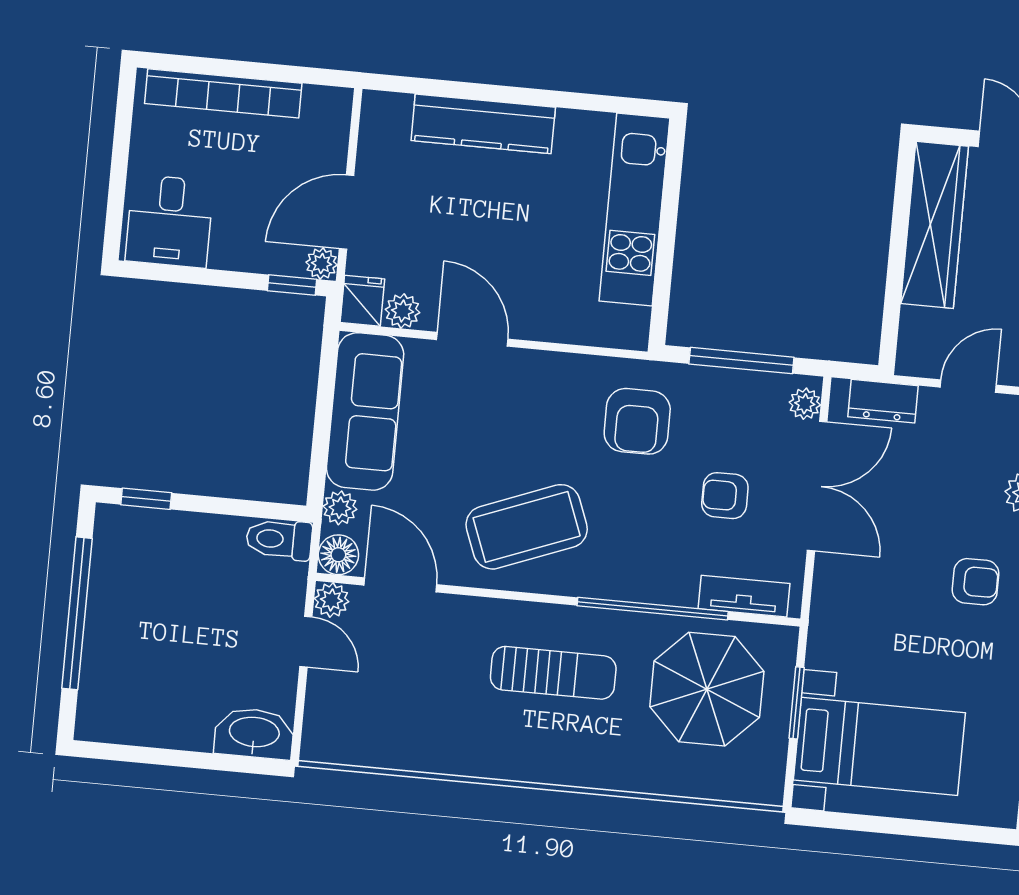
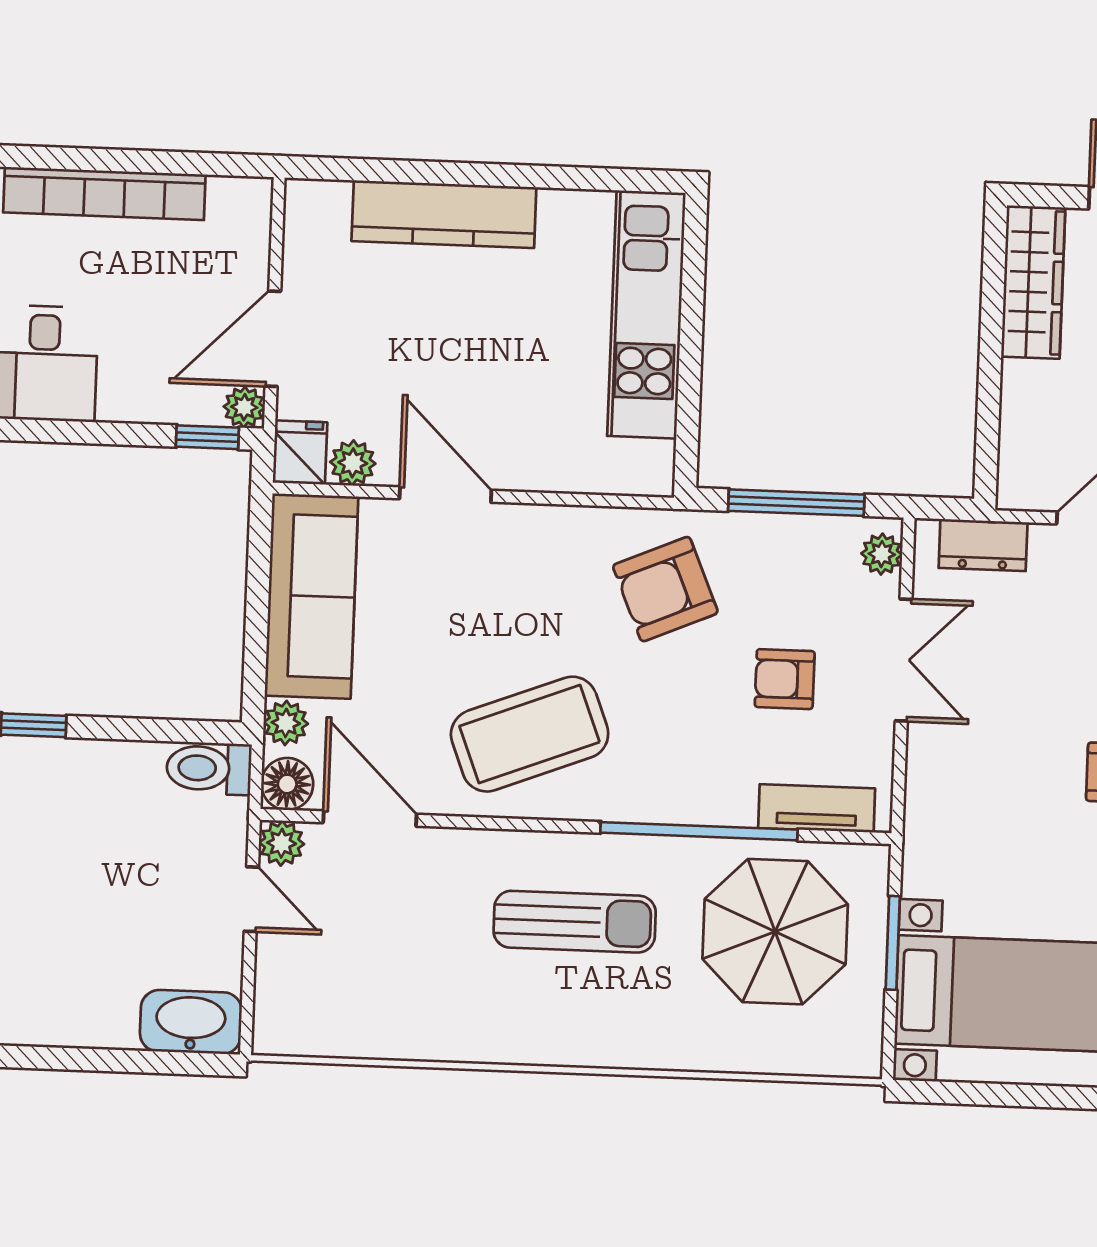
wardrobe: (934, 225) -> (1033, 282), width x0.71, depth x0.85
armchair: (637, 421) -> (665, 589), turned 67
double door: (817, 486) -> (904, 660), width x0.73

